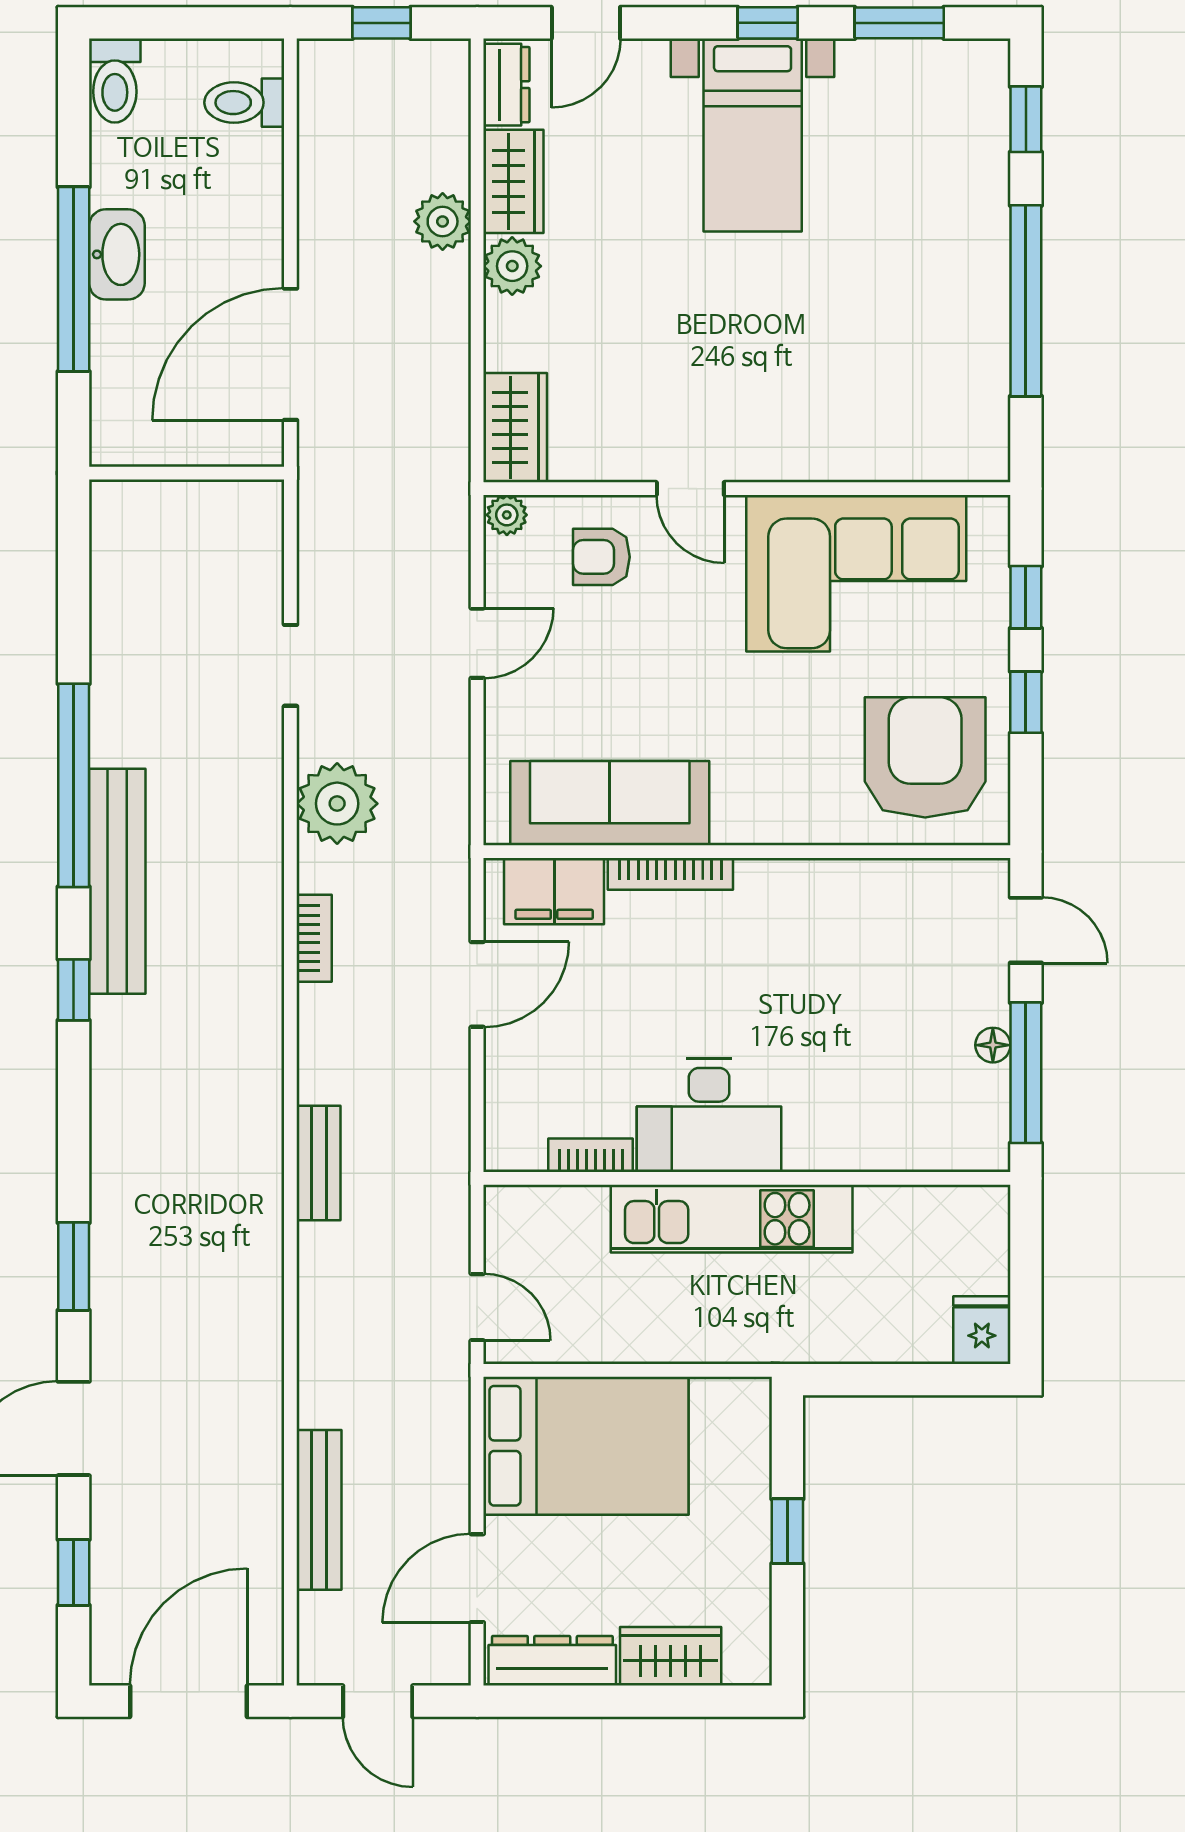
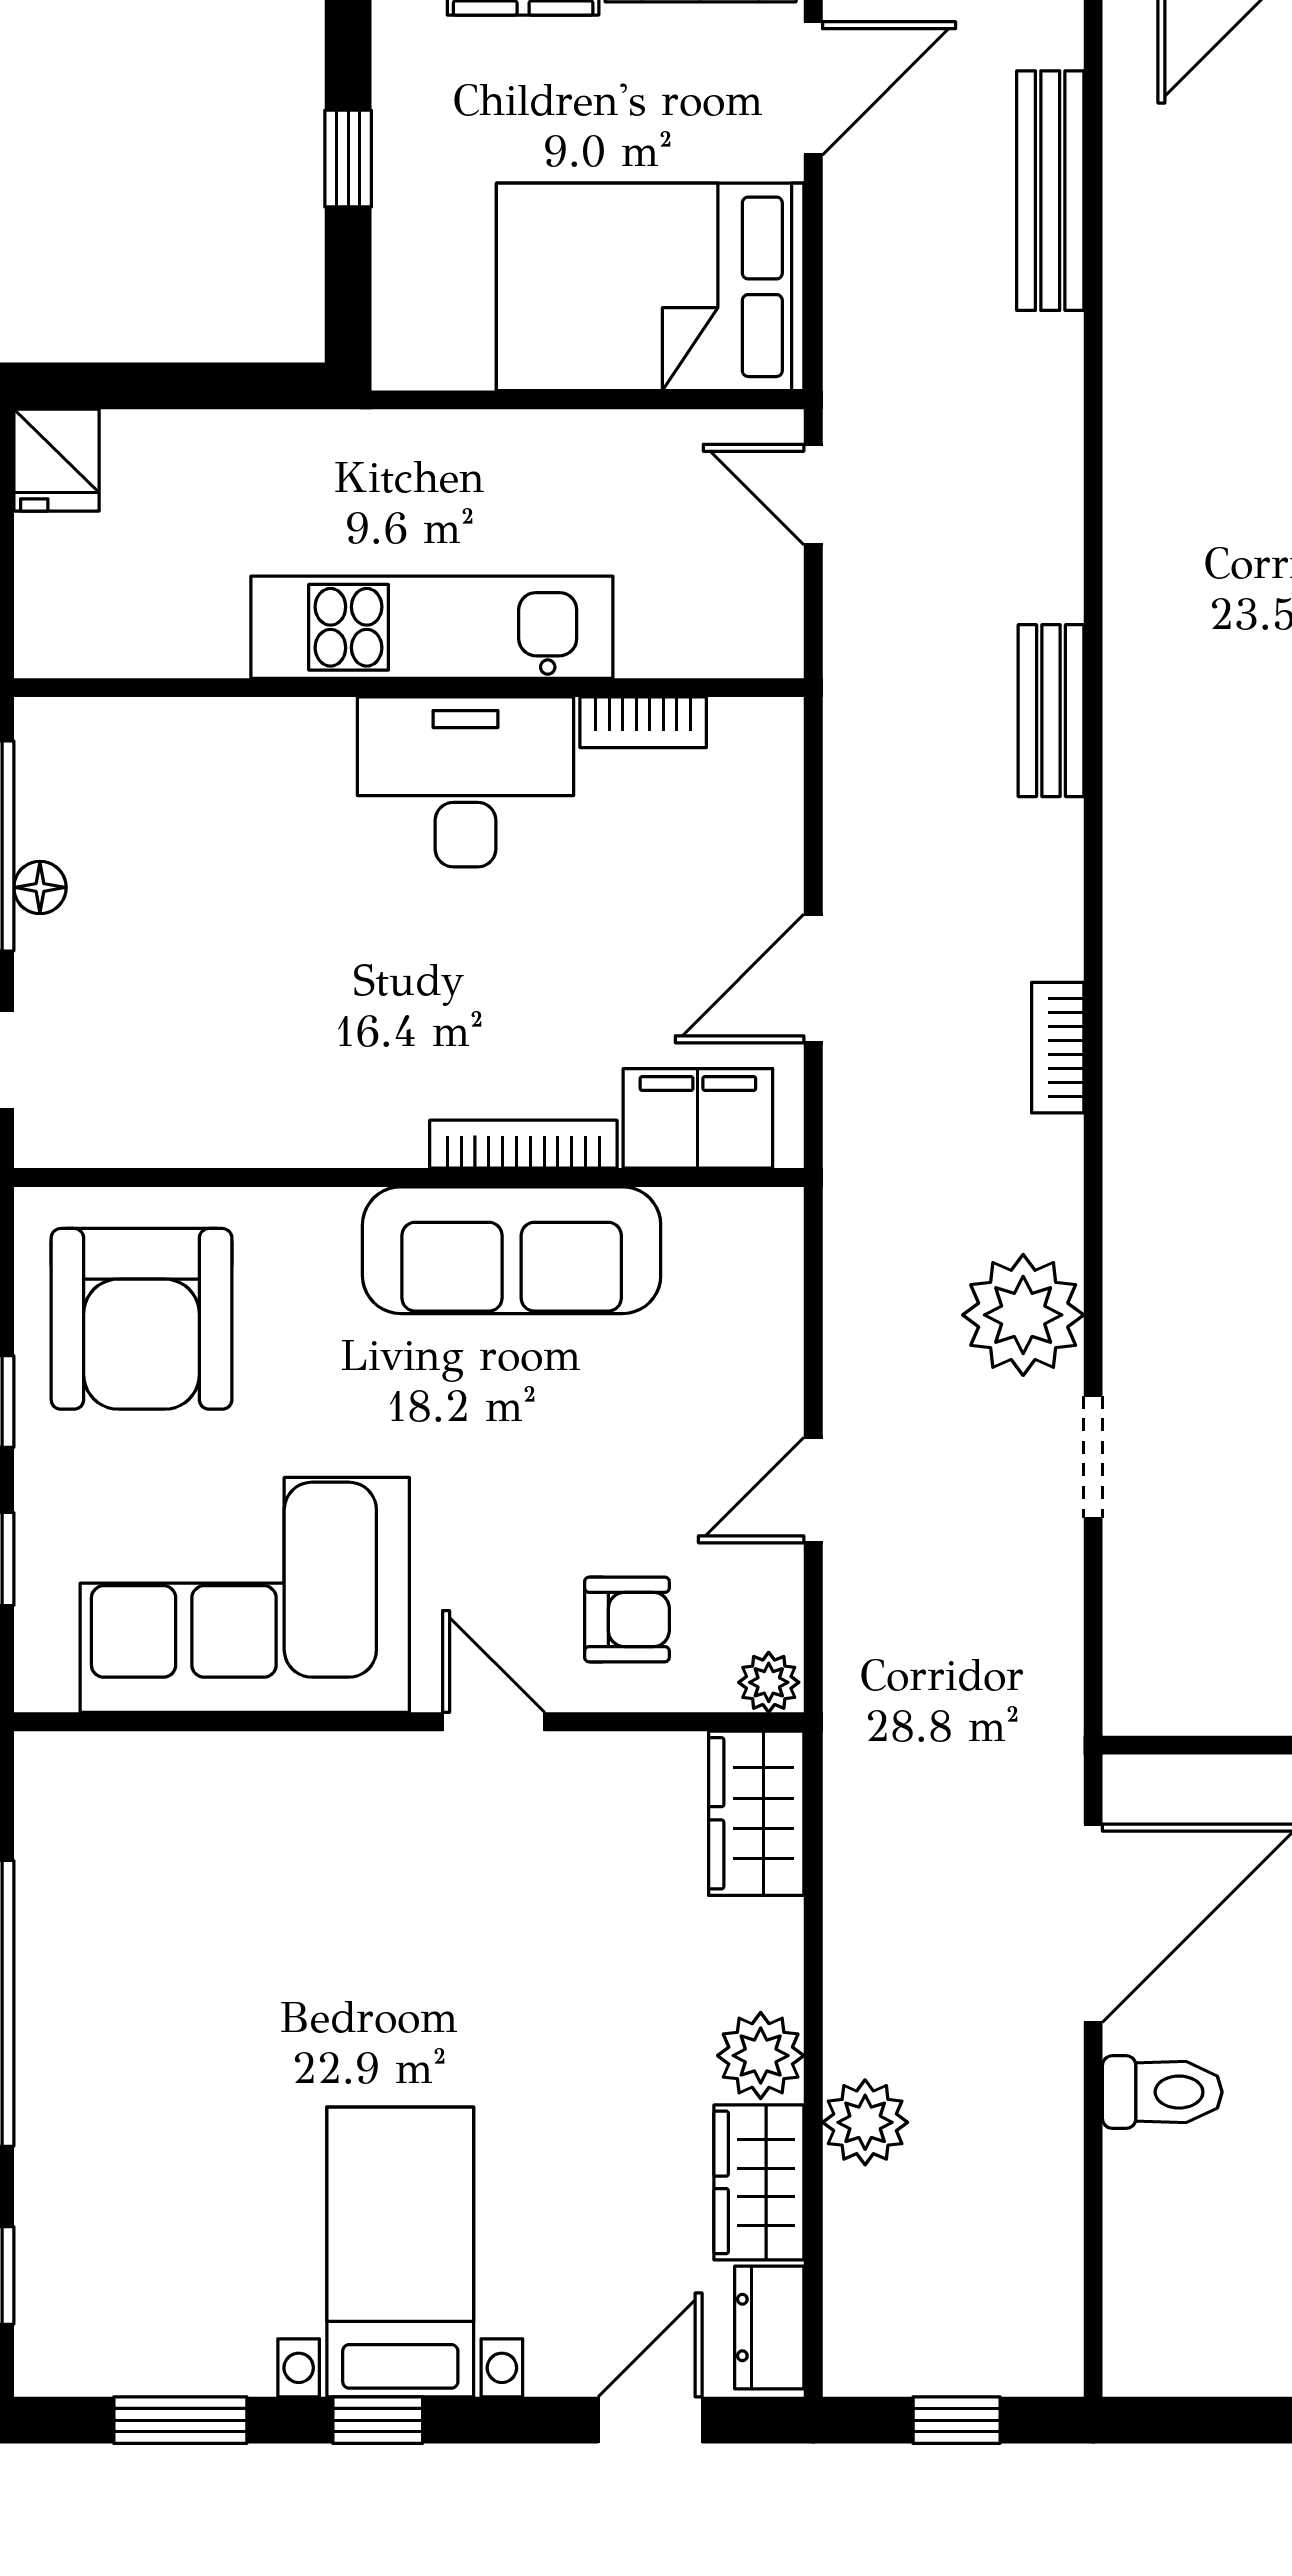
toilet: (244, 103) -> (1162, 2092), moved
sofa: (610, 803) -> (512, 1250), moved
plant: (337, 804) -> (1023, 1315), moved

